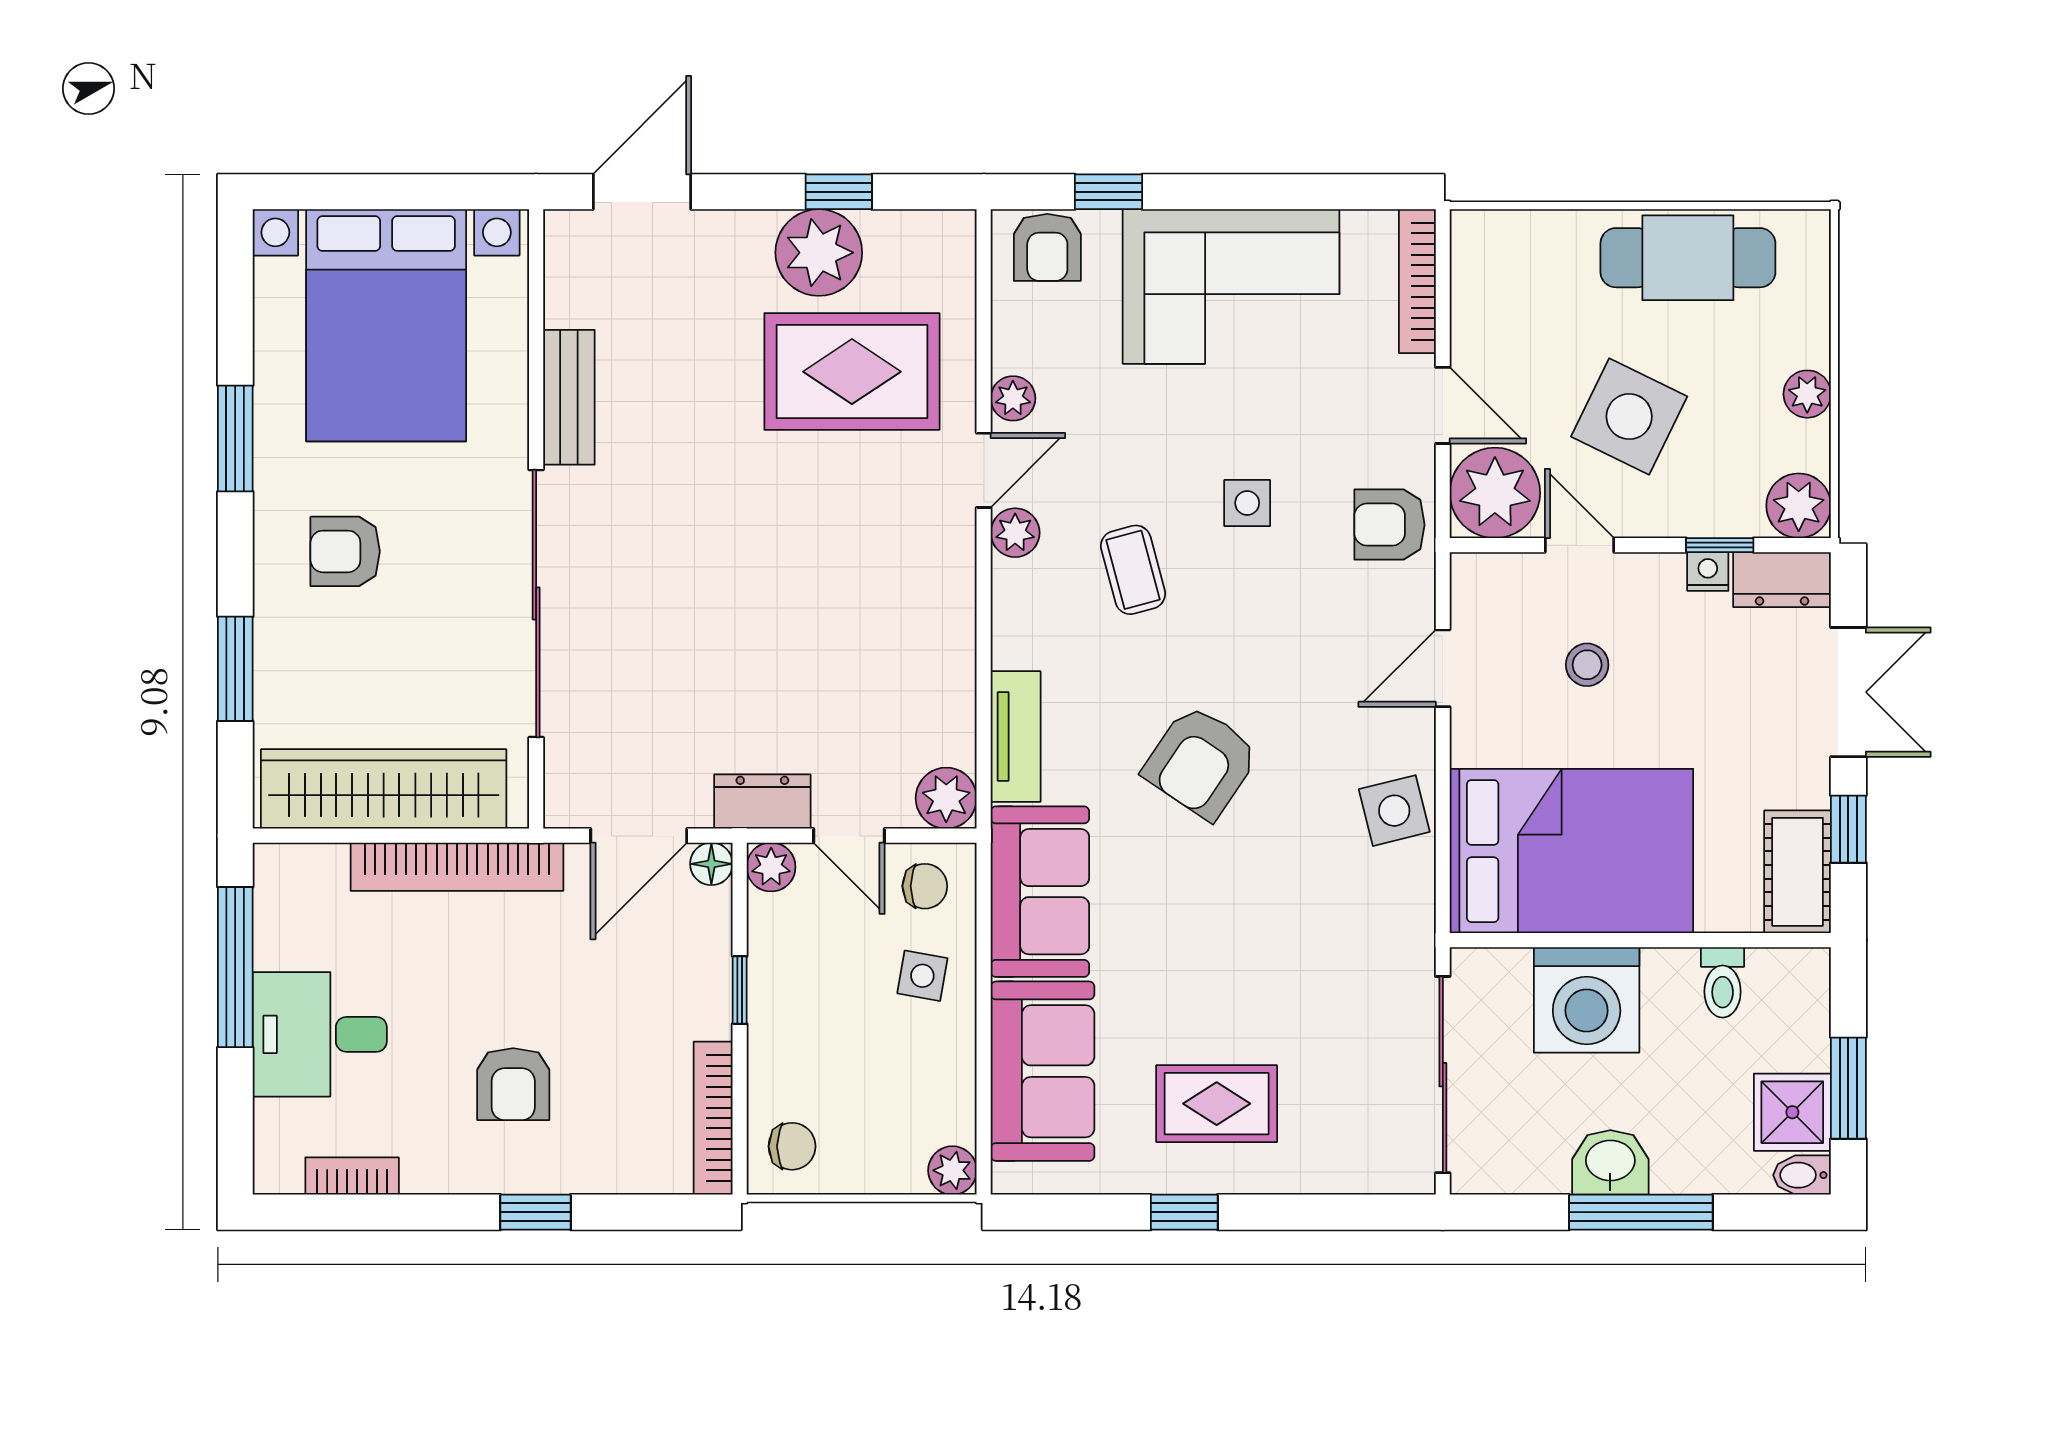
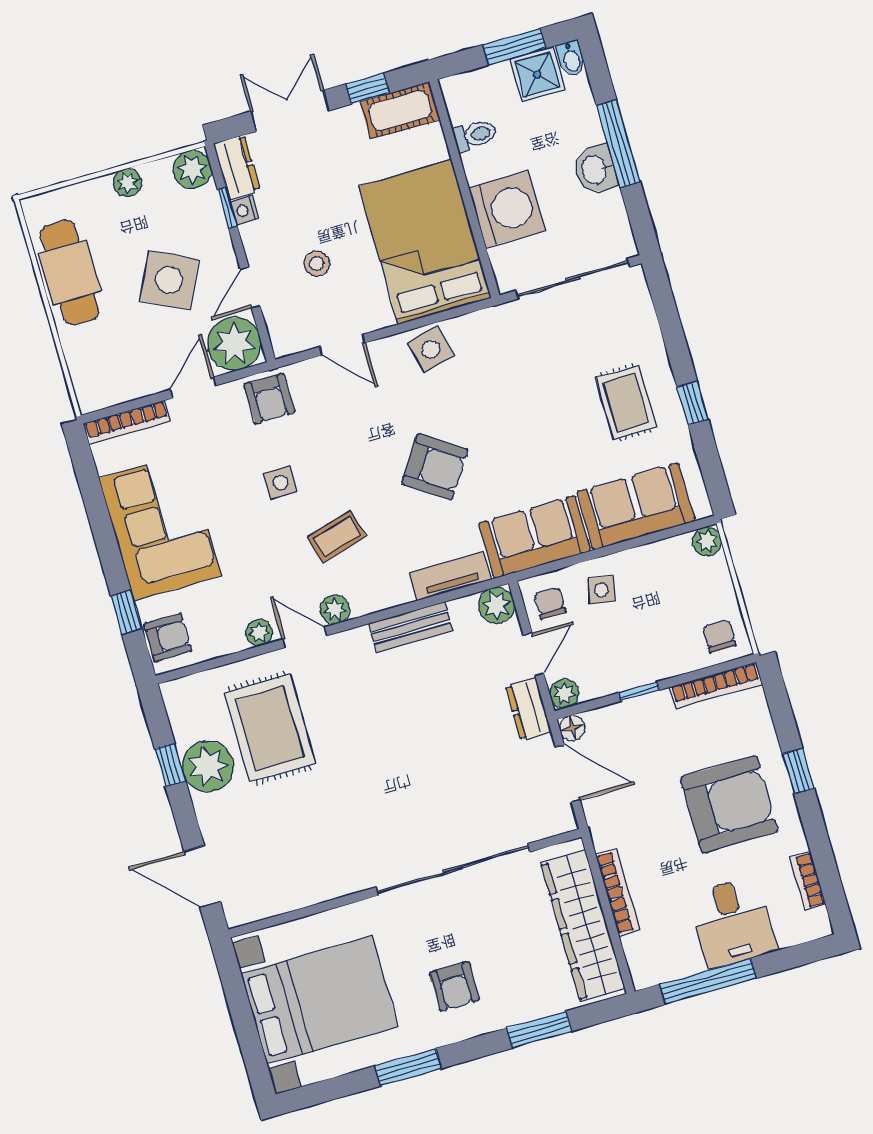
bench: (569, 397) -> (411, 627), moved
bookcase: (457, 867) -> (617, 892), width x0.68, depth x0.76
armchair: (513, 1084) -> (729, 804), width x1.88, depth x1.88

